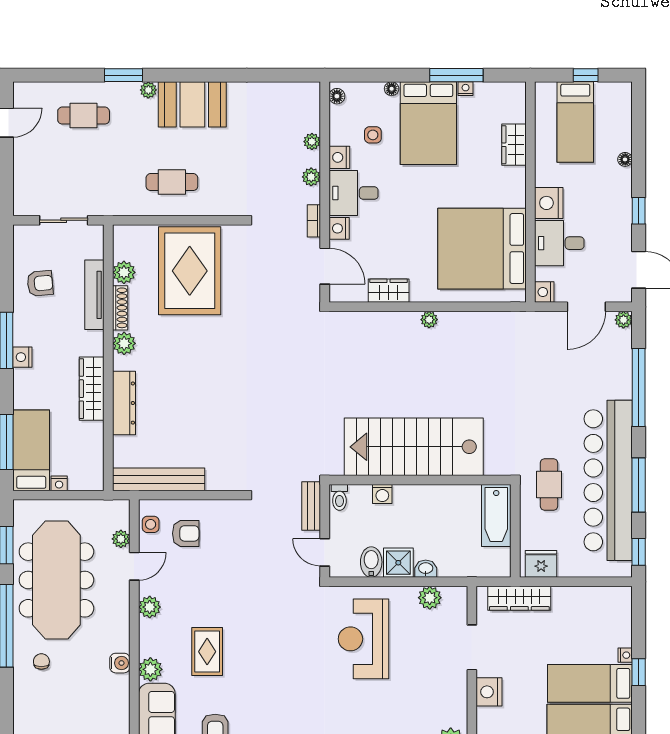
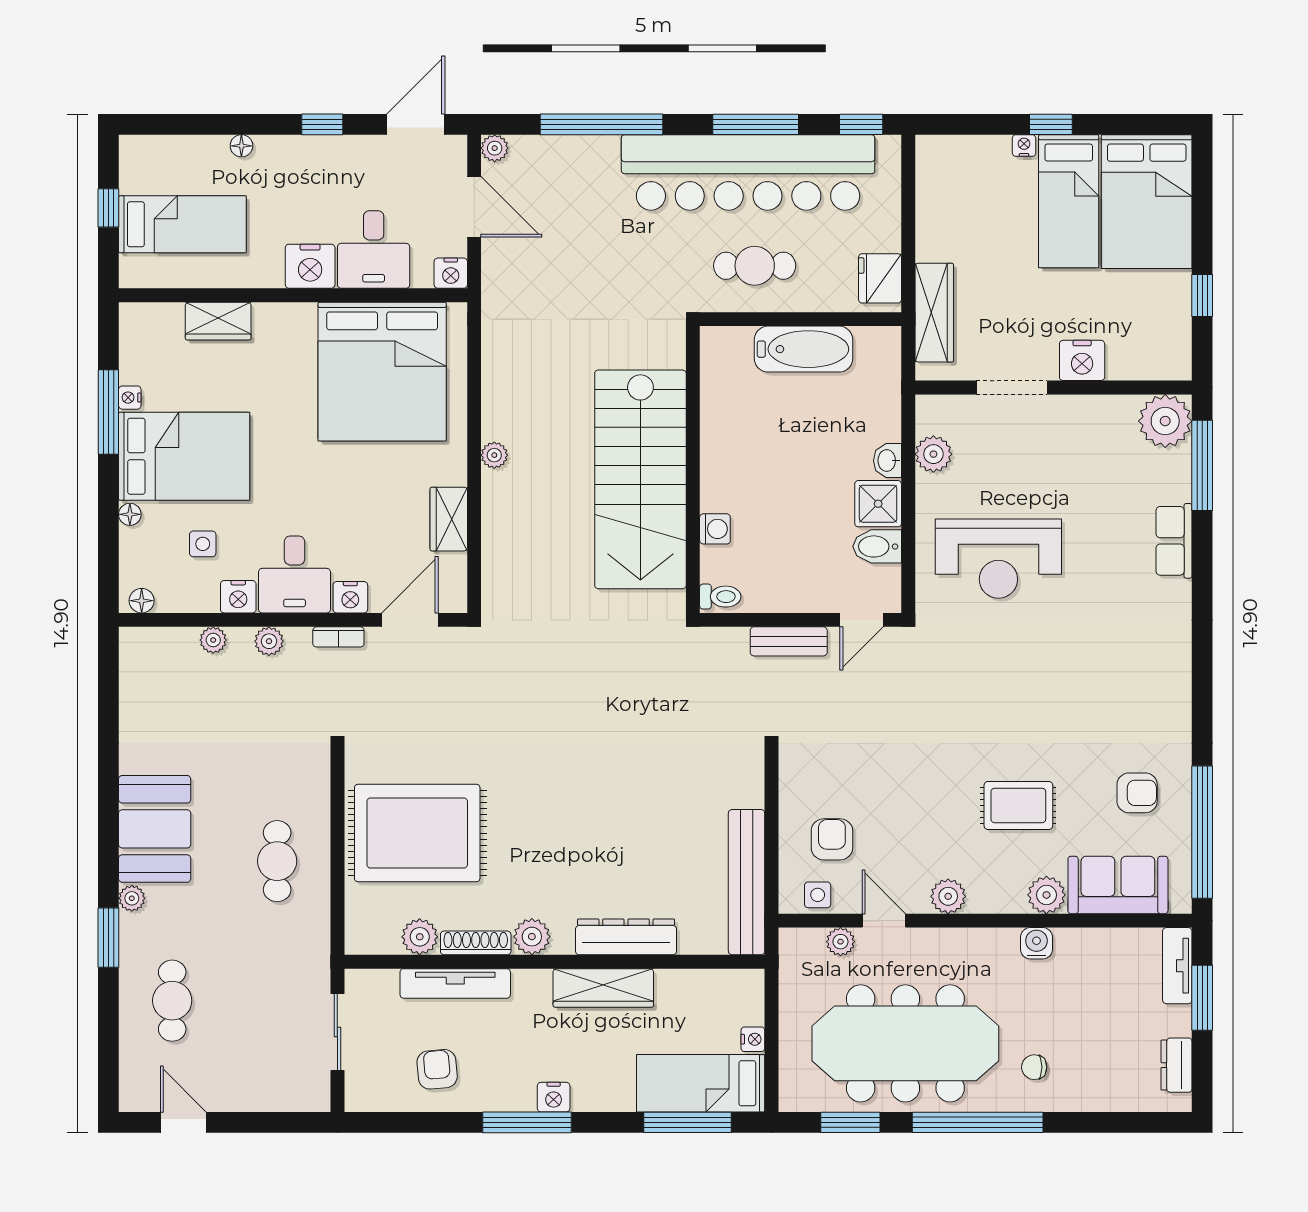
stairs: (414, 447) -> (640, 479), moved
wall: (420, 480) -> (693, 469), moved
washing machine: (382, 494) -> (715, 529), moved
toilet: (339, 497) -> (720, 597), moved

